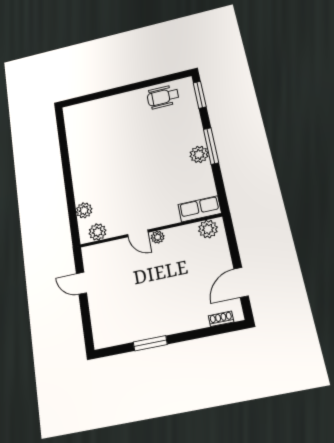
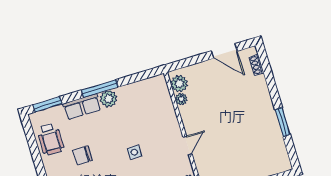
chair: (142, 127) -> (83, 155), added
side table: (138, 178) -> (134, 152), added
row of seats: (200, 209) -> (82, 107), moved, turned -90
plant: (158, 237) -> (181, 99), moved

